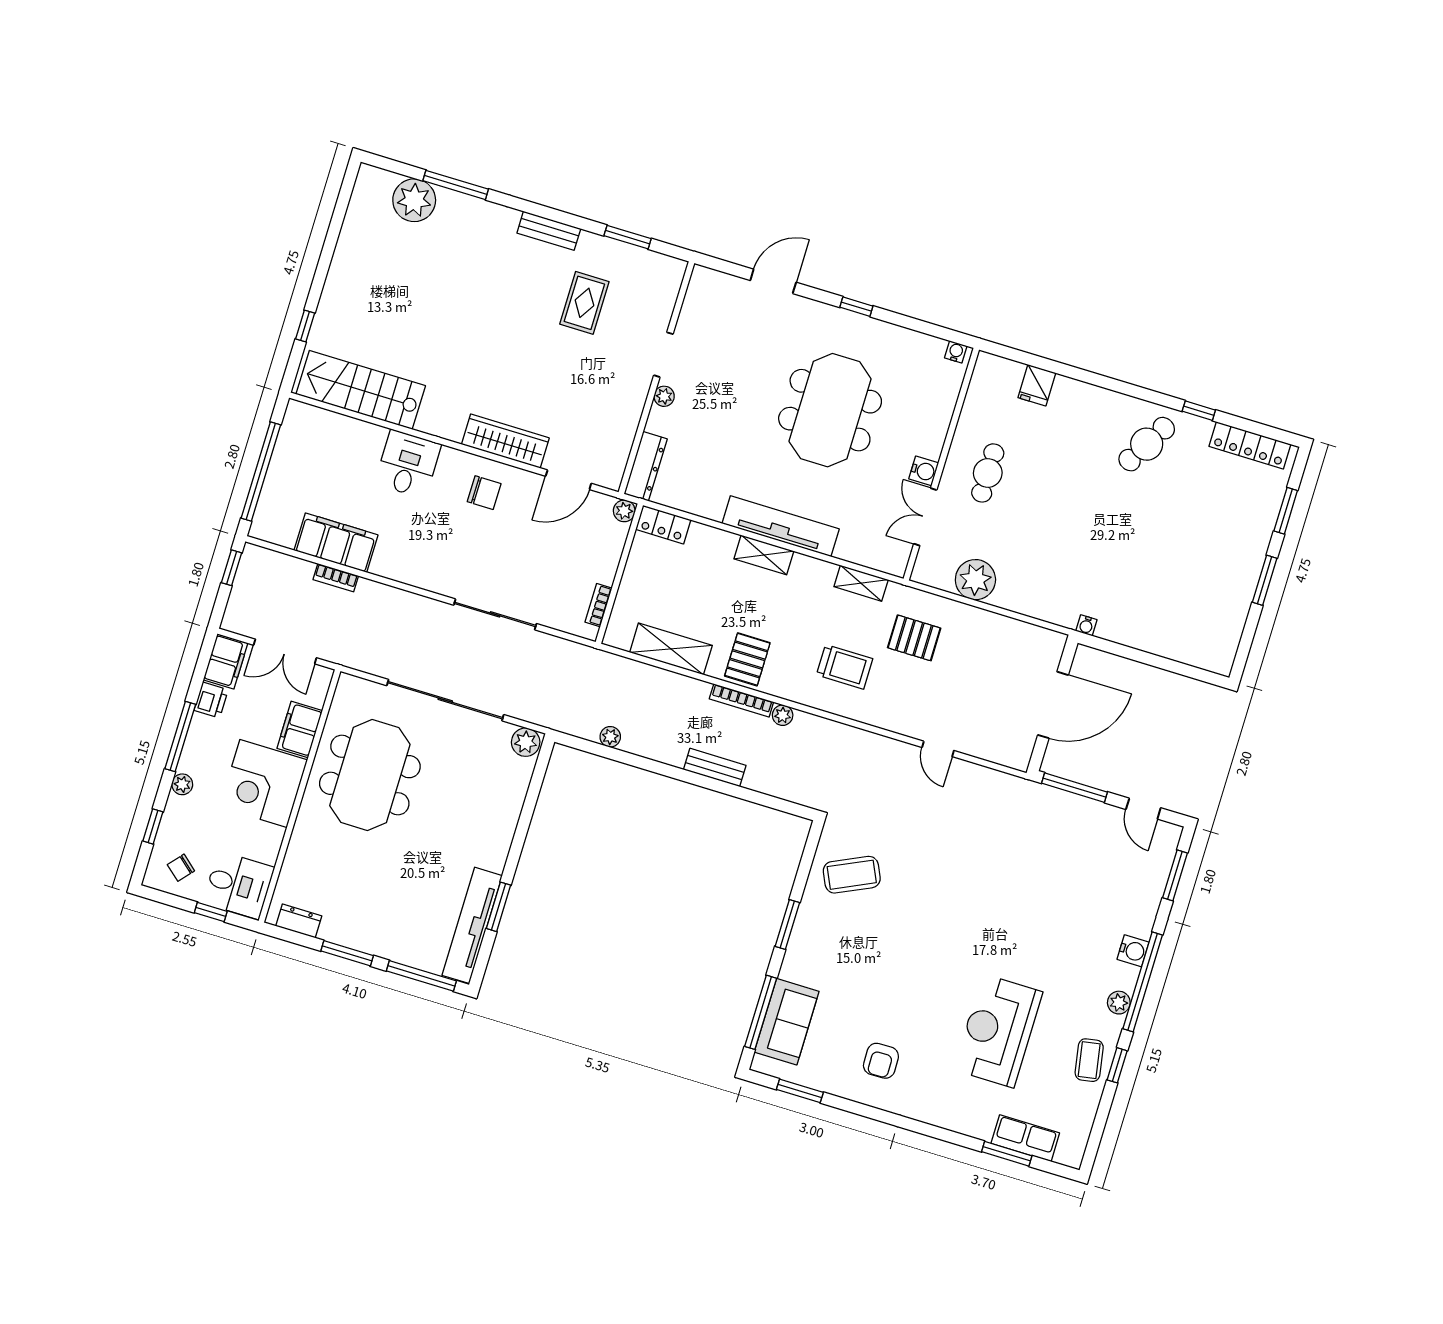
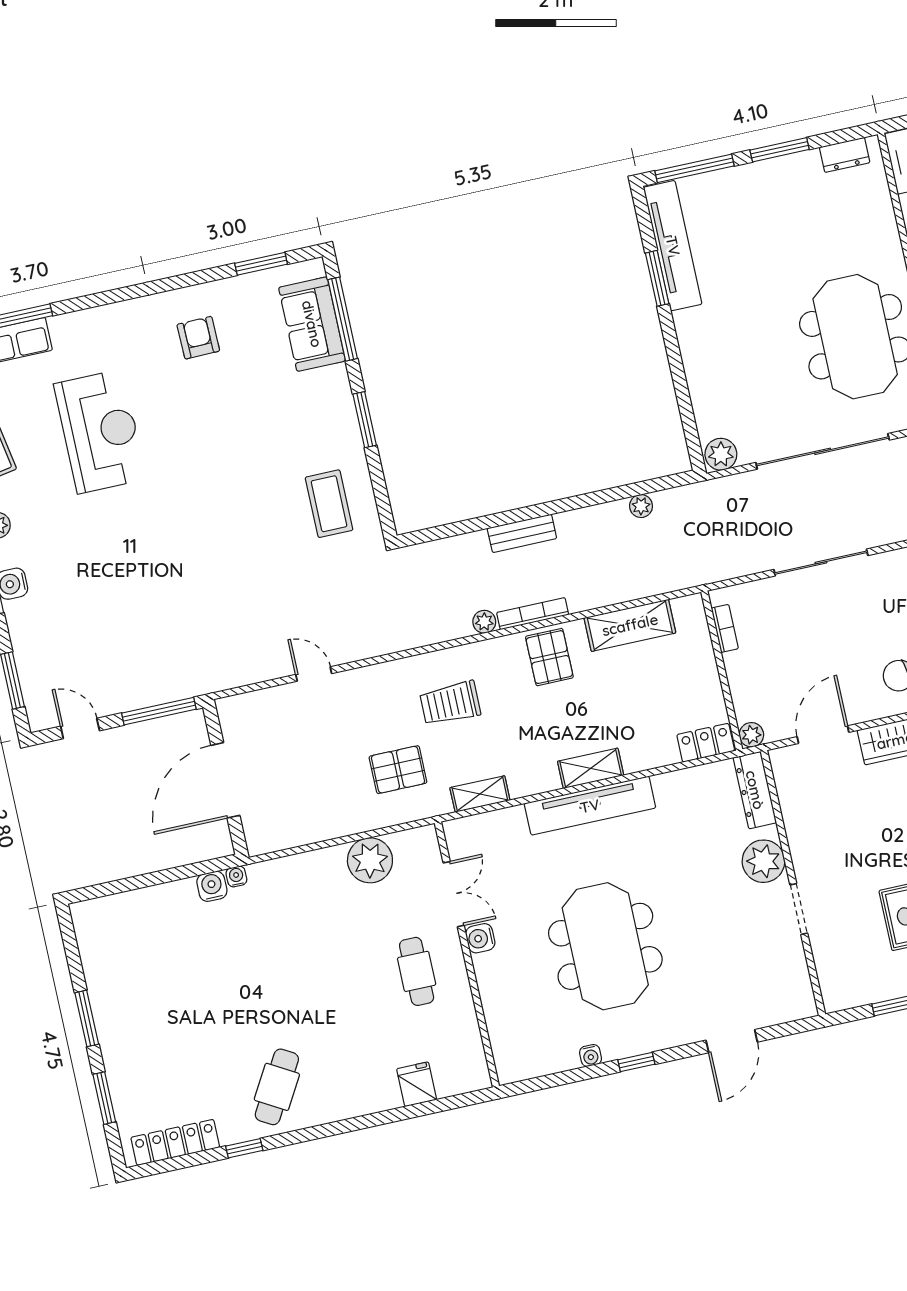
water cooler: (956, 352) -> (591, 1056), moved
plant: (664, 396) -> (763, 861), width x1.88, depth x1.88
water cooler: (1110, 628) -> (212, 886), added
coffee table: (852, 875) -> (329, 504), turned -65

